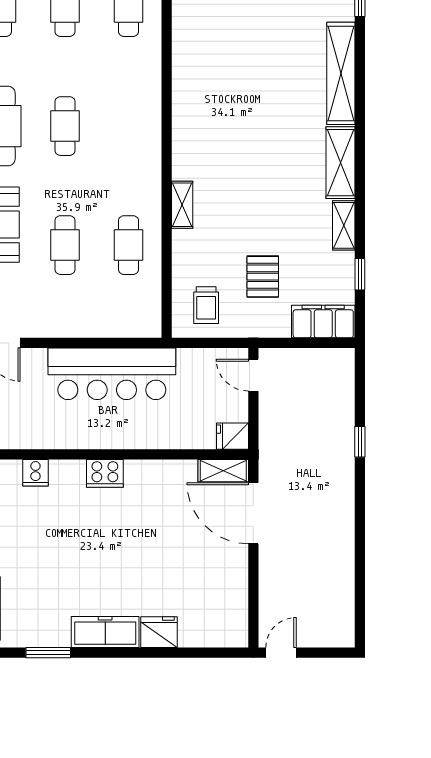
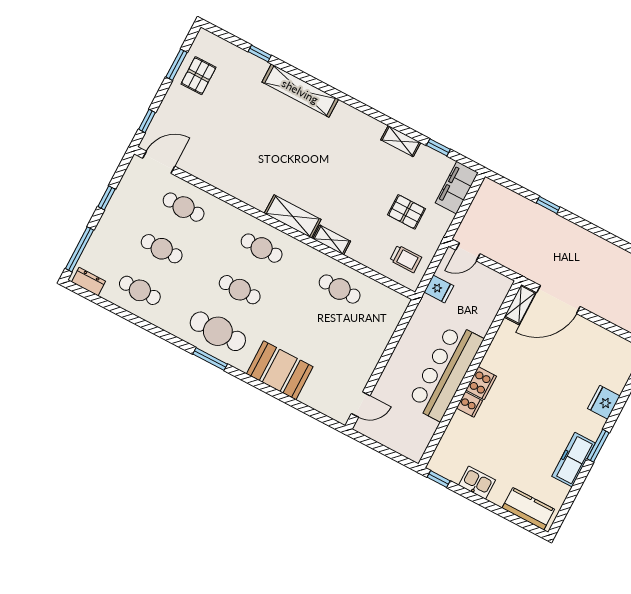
shelving: (341, 163) -> (293, 216), moved
cafe table: (65, 245) -> (262, 248), moved
bar counter: (112, 374) -> (445, 372), moved, turned 180
fridge: (233, 436) -> (439, 289), moved, turned -90
cooker: (35, 473) -> (469, 404), moved
freezer: (105, 632) -> (574, 460), moved
window: (48, 653) -> (598, 446), moved

